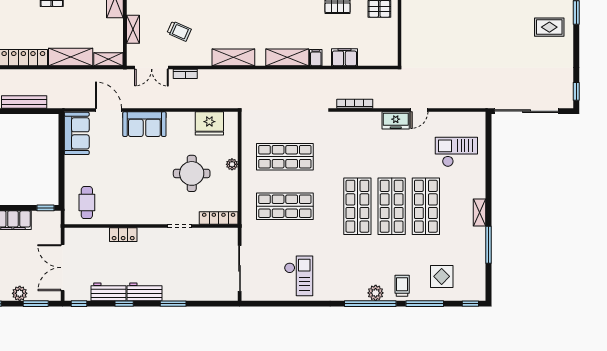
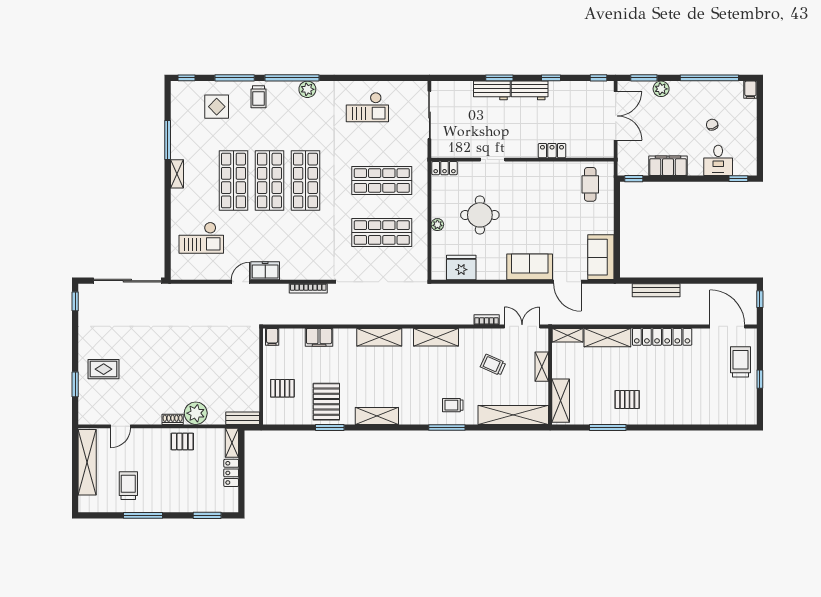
filing cabinet: (316, 58) -> (272, 337), moved
locker: (219, 218) -> (445, 168), width x0.66
checkout: (299, 276) -> (367, 107), turned -90
workbench: (109, 292) -> (492, 90), moved
plant: (376, 293) -> (307, 89), moved

